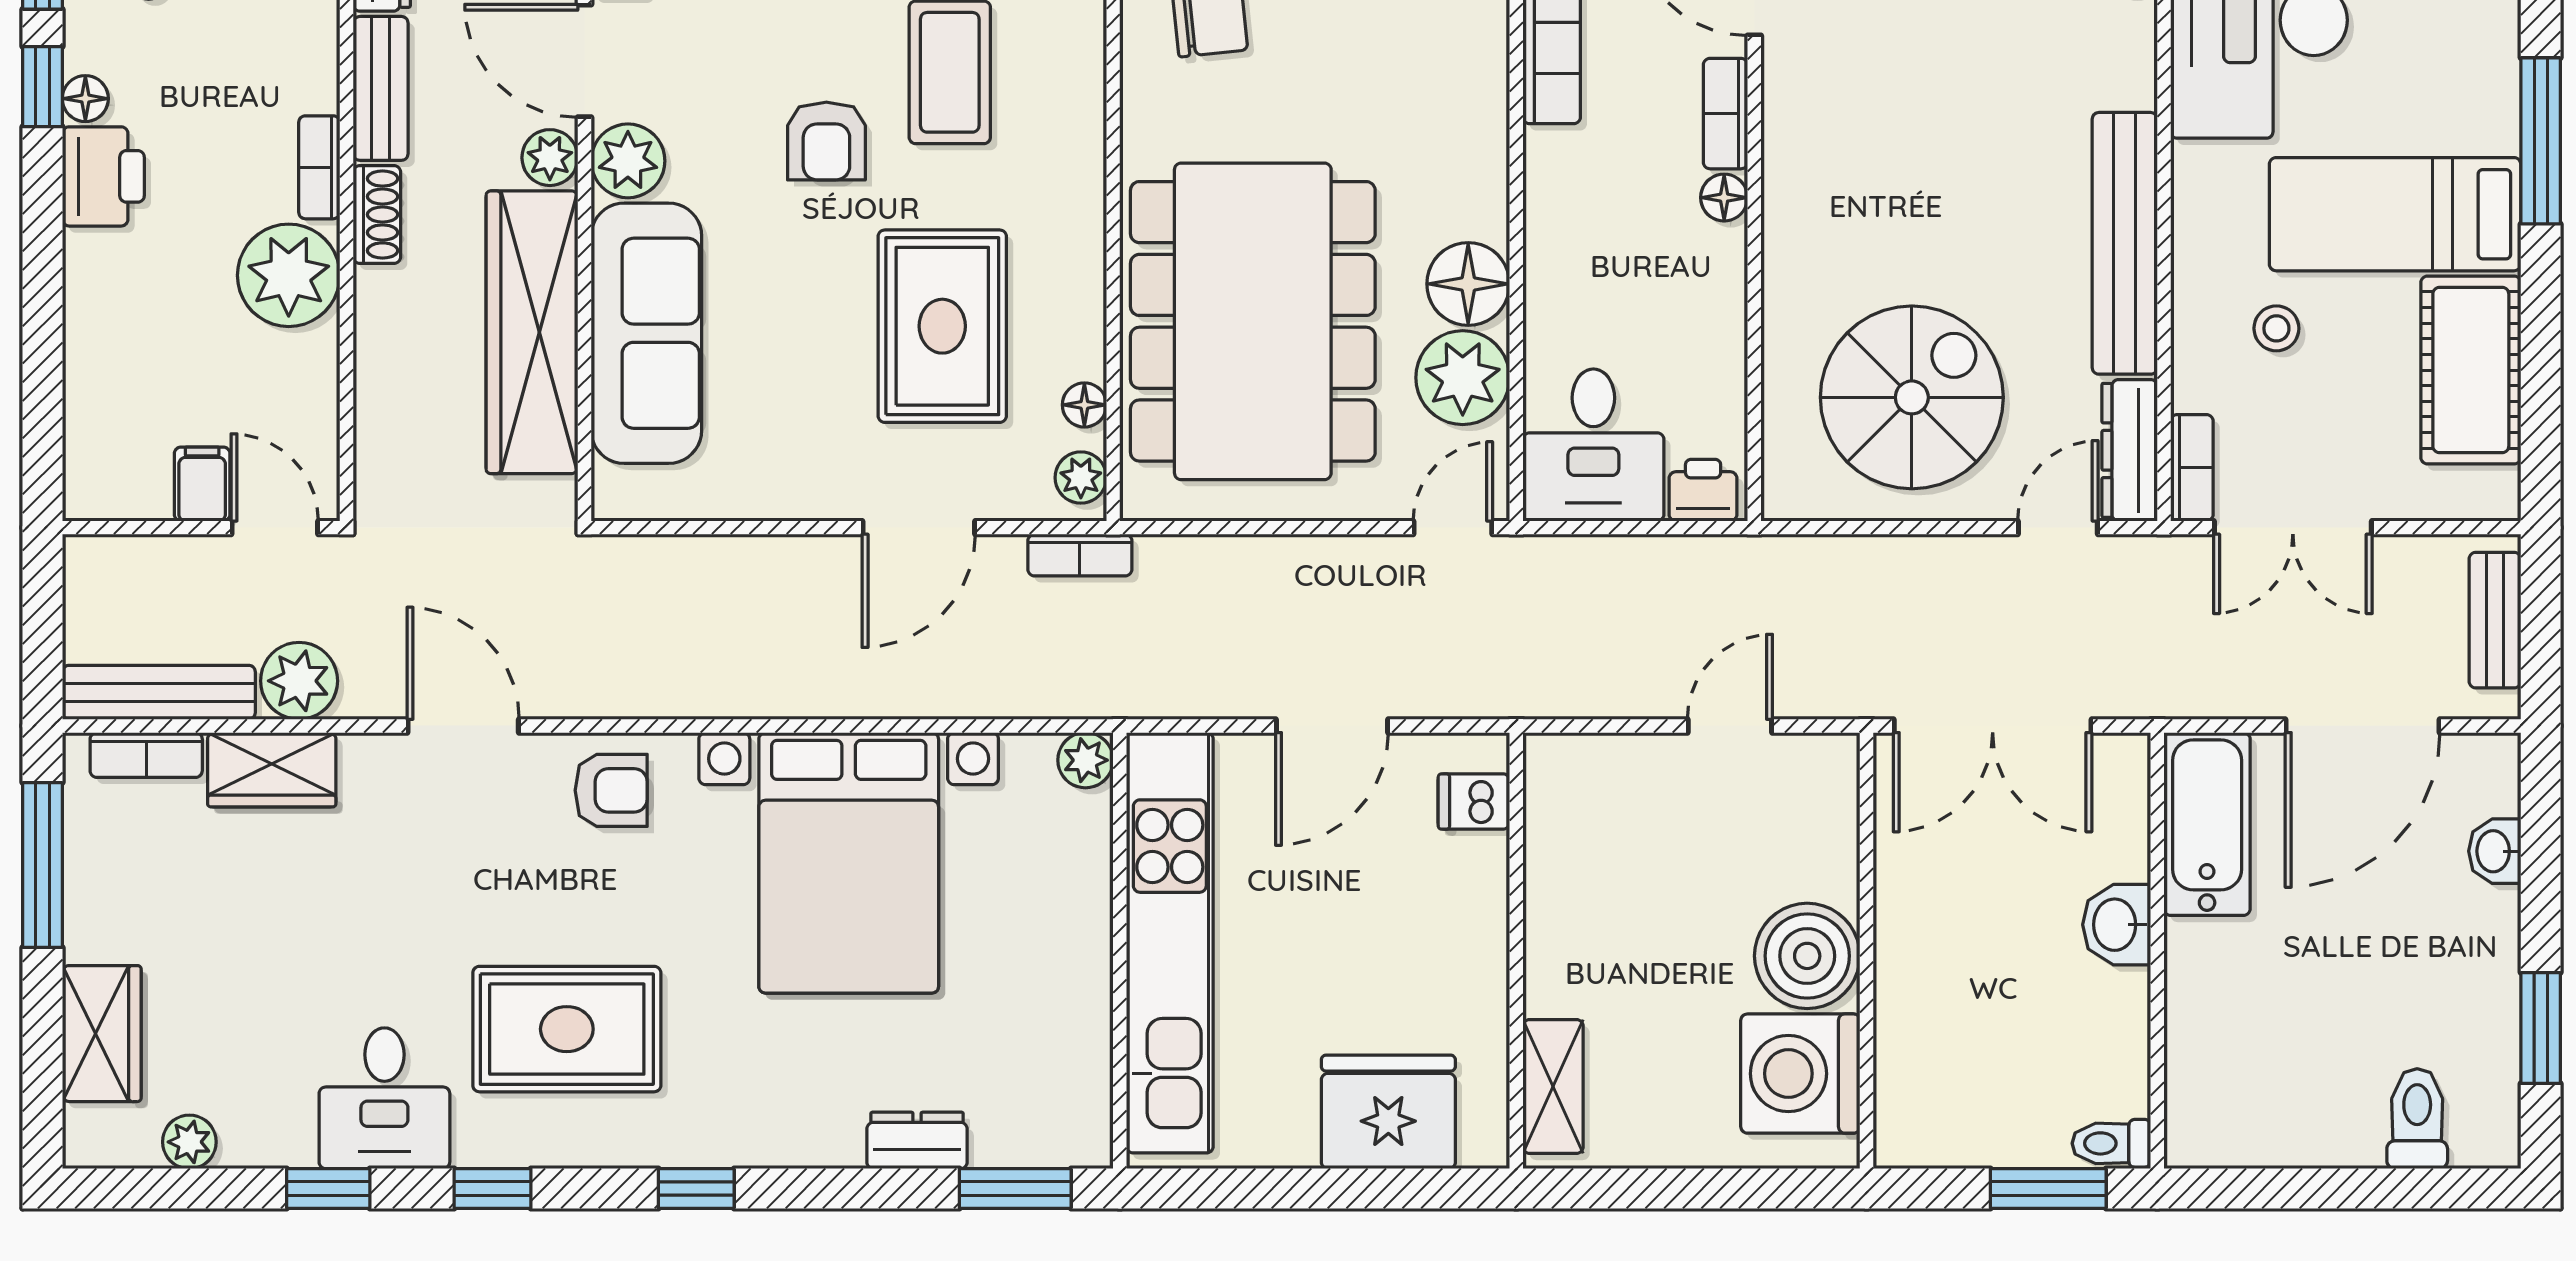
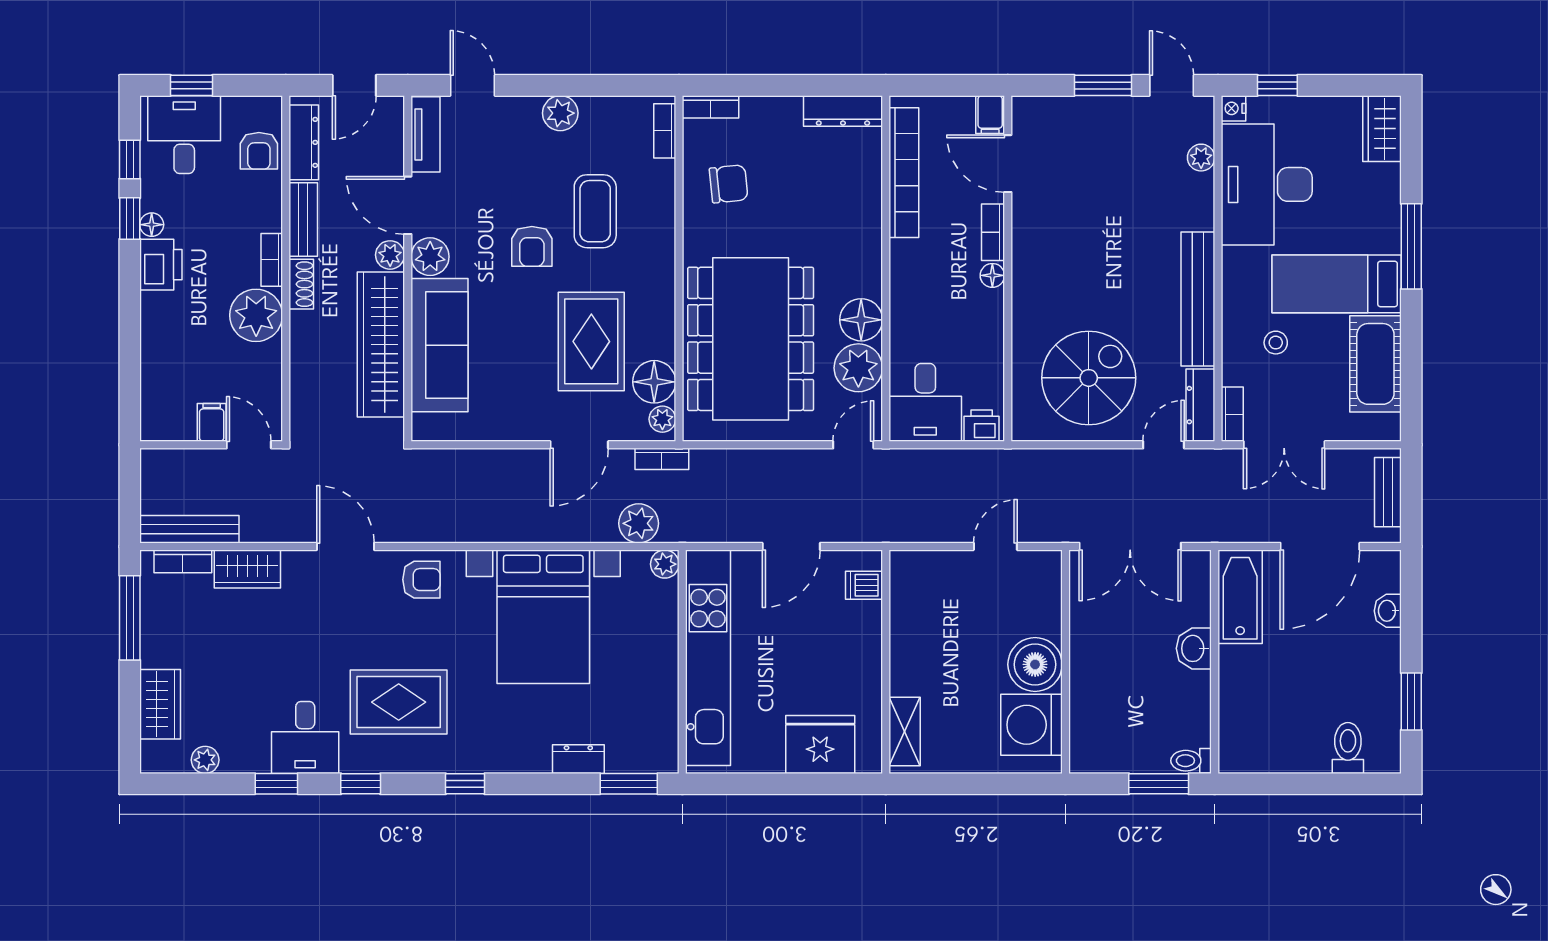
floor lamp: (1084, 405) -> (654, 382), width x1.89, depth x1.89
plant: (299, 681) -> (639, 523), moved

